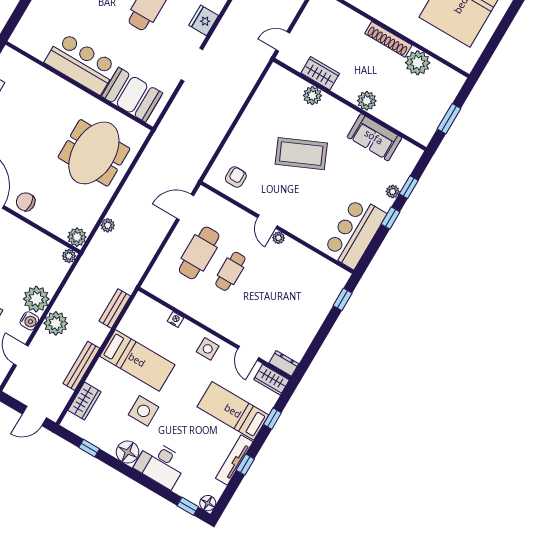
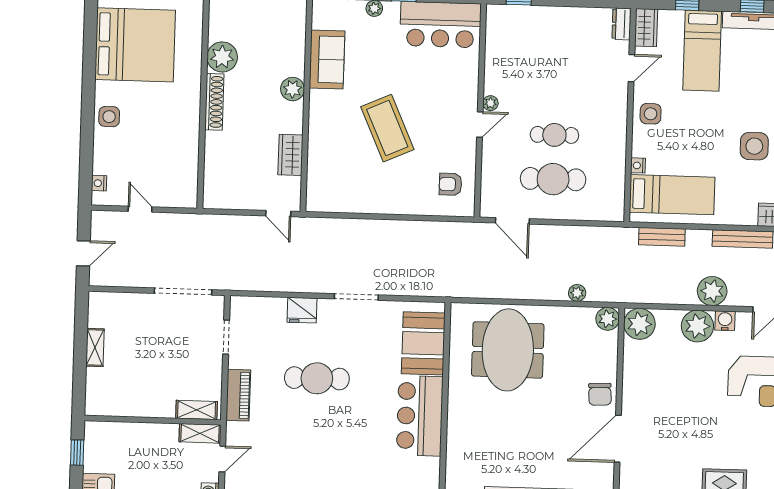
plant: (312, 96) -> (319, 150), removed
meeting table: (94, 153) -> (508, 350), turned 90
plant: (69, 256) -> (639, 324), width x1.88, depth x1.88
bed: (137, 360) -> (672, 195), moved, turned 90

